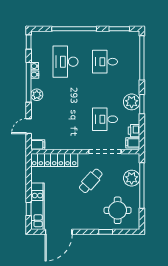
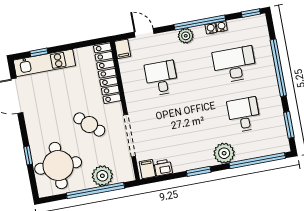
plant: (132, 102) -> (224, 153), moved
desk: (105, 119) -> (161, 78), moved
round table: (118, 210) -> (58, 166), width x1.36, depth x1.36

